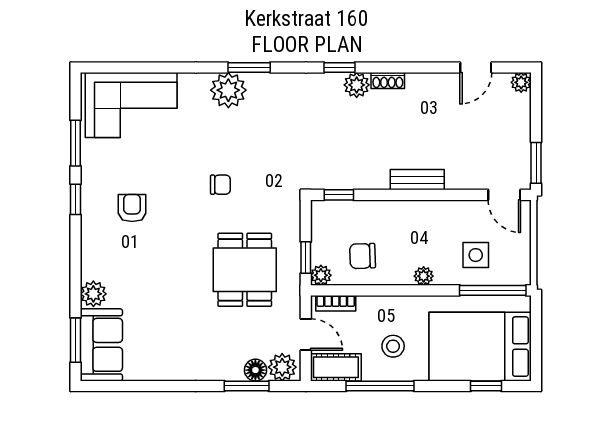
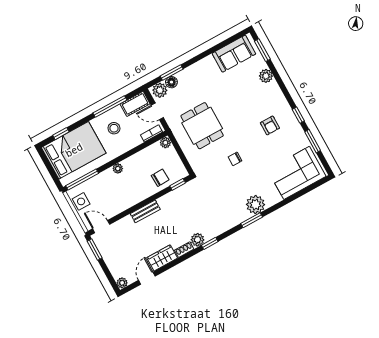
wardrobe: (432, 87) -> (162, 258), added
side table: (476, 255) -> (81, 201), moved
chair: (363, 256) -> (160, 178), moved
window: (306, 258) -> (177, 147), removed
sofa: (101, 345) -> (234, 54), moved, turned -90

